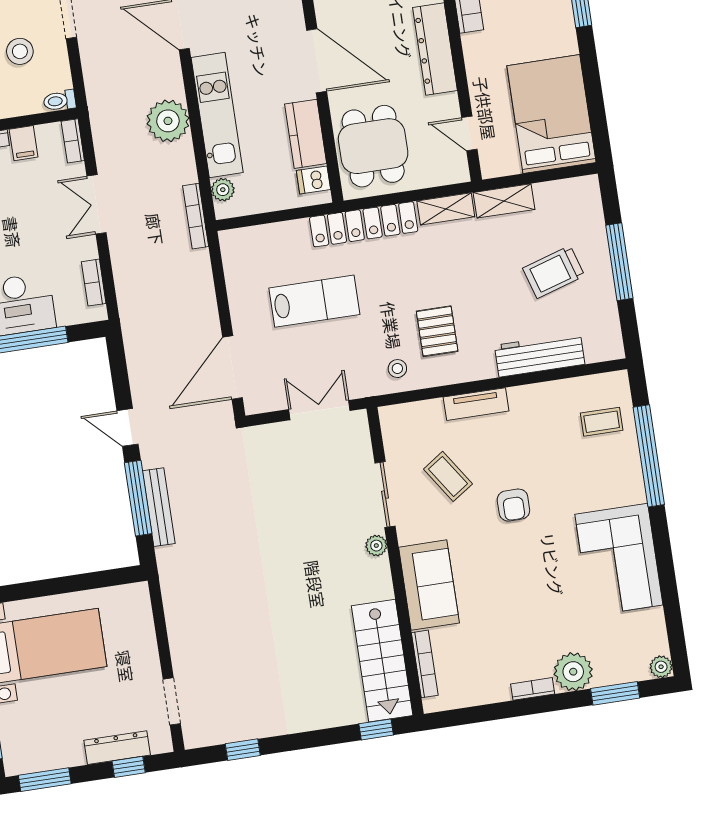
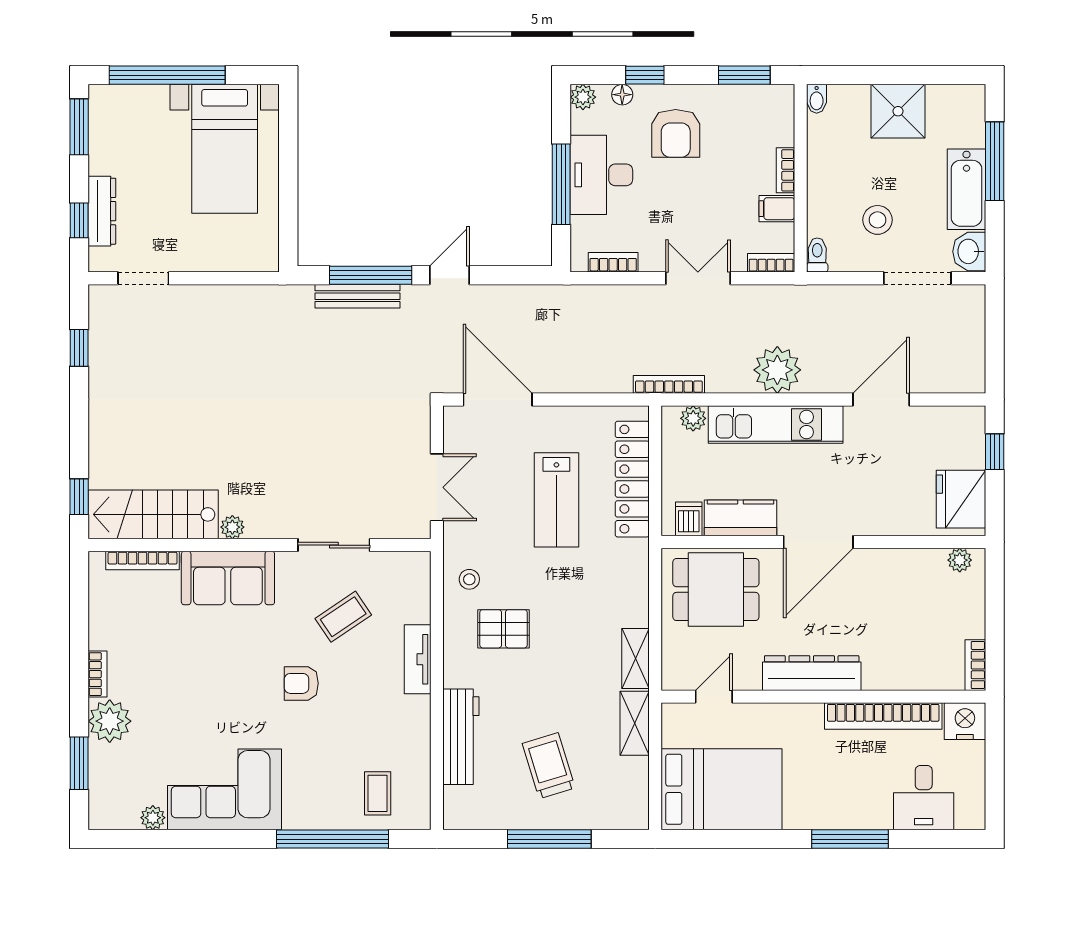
locker: (364, 224) -> (632, 479), moved
plant: (376, 546) -> (232, 527), moved
plant: (661, 667) -> (153, 818), moved

